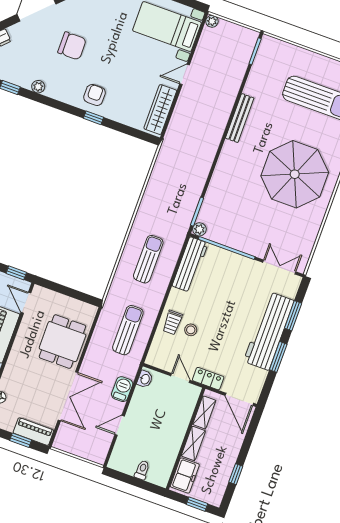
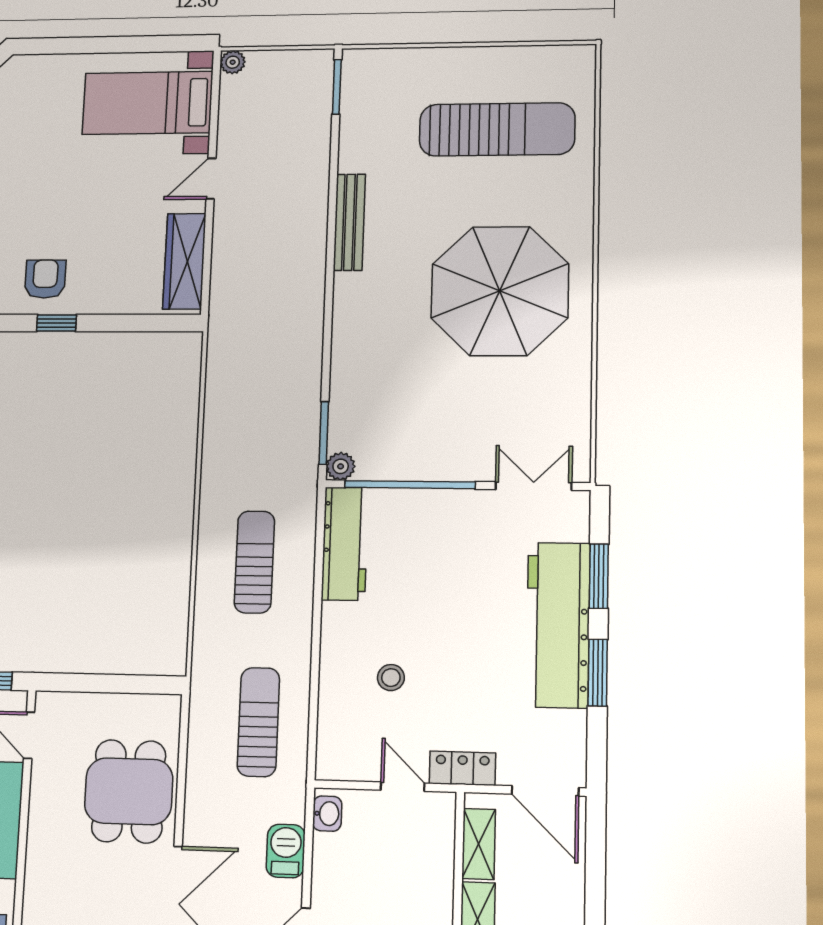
trolley: (172, 322) -> (347, 675), removed

